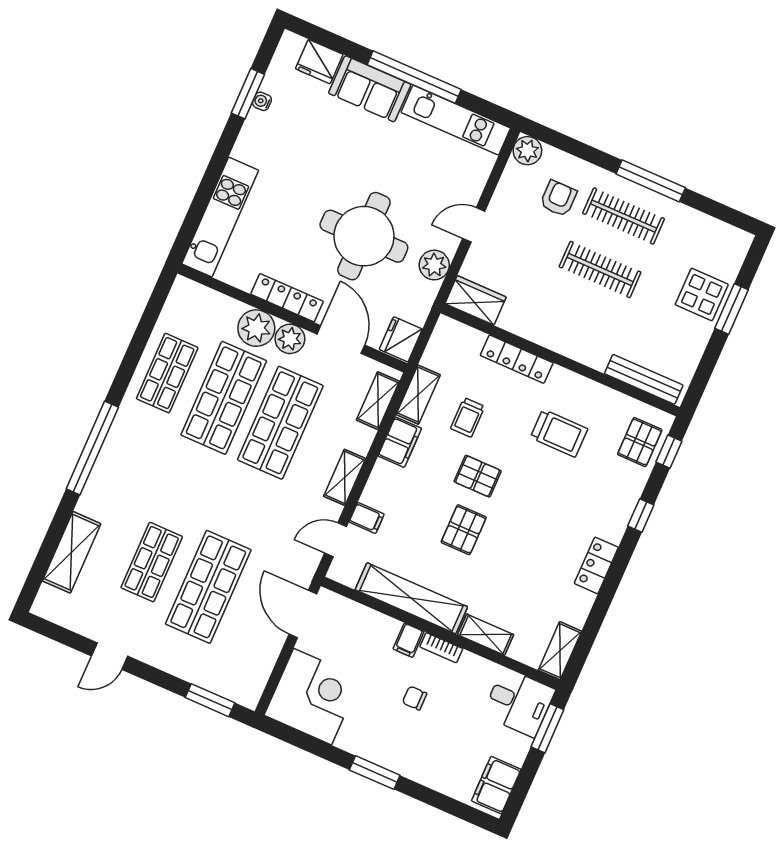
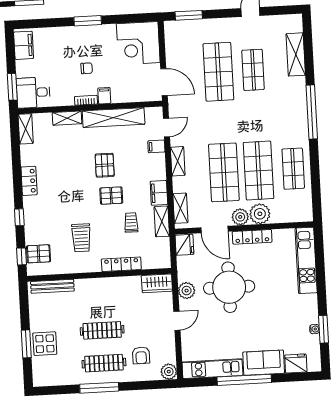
trolley: (559, 433) -> (81, 238), turned -90
pallet: (640, 442) -> (39, 254), turned 90

